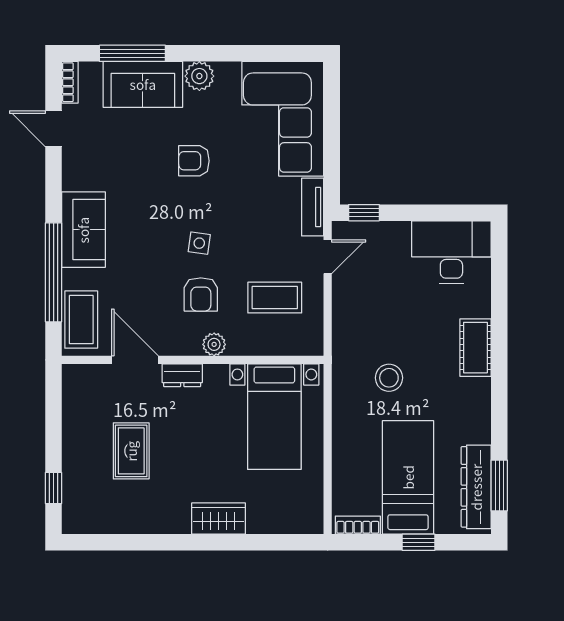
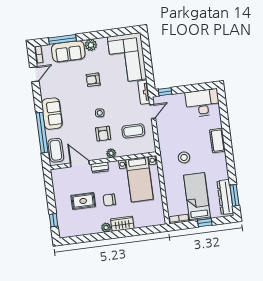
door: (54, 129) -> (34, 74), swing flipped
rug: (131, 451) -> (83, 201), turned 90
chair: (195, 457) -> (109, 200), added
plant: (178, 523) -> (106, 228), added

